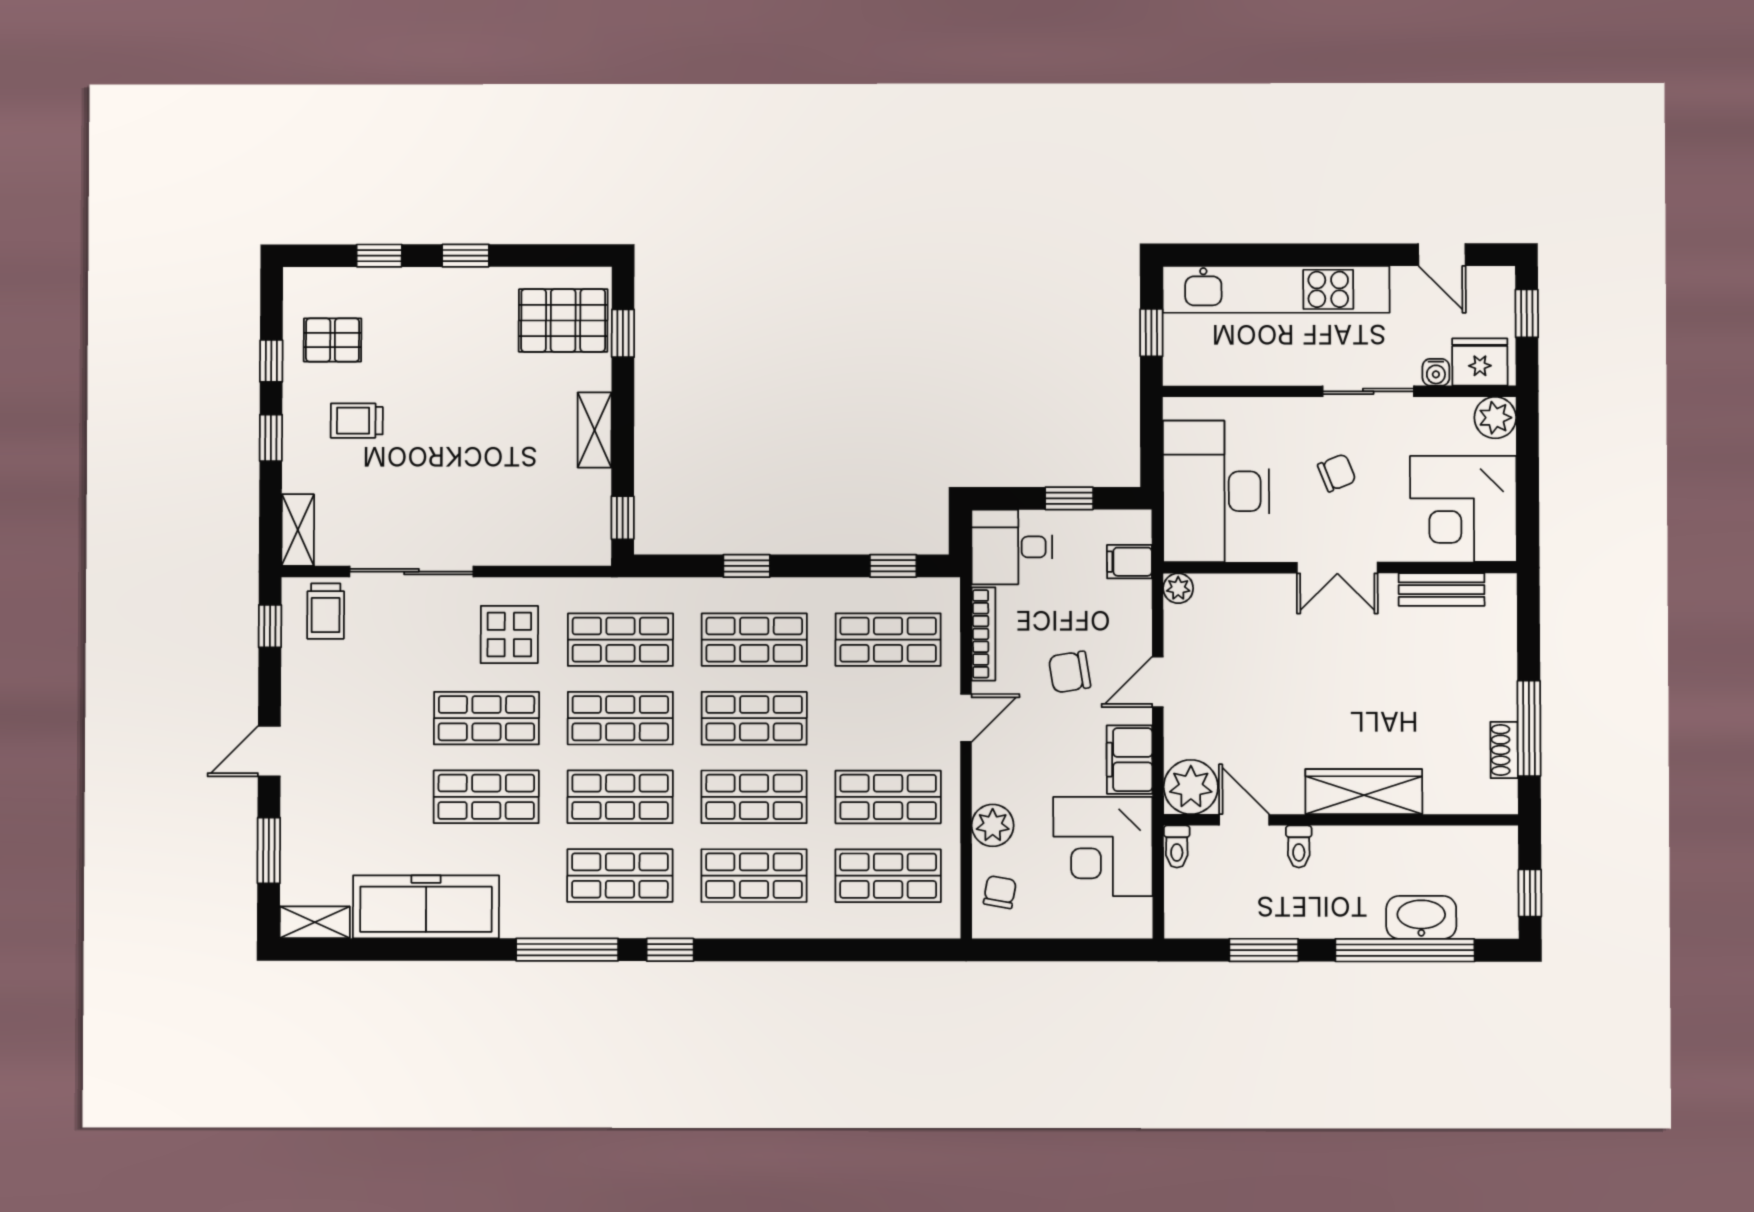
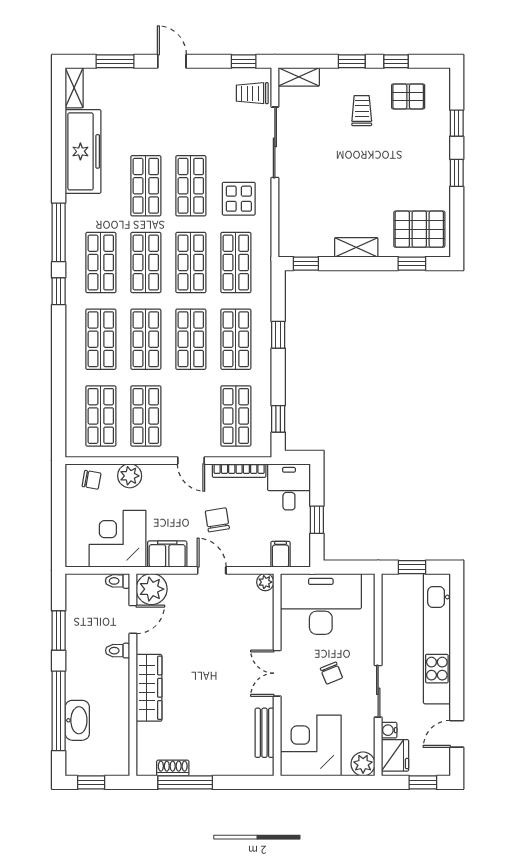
pallet: (563, 320) -> (419, 229), turned 90
pallet: (333, 340) -> (408, 96), turned 90

